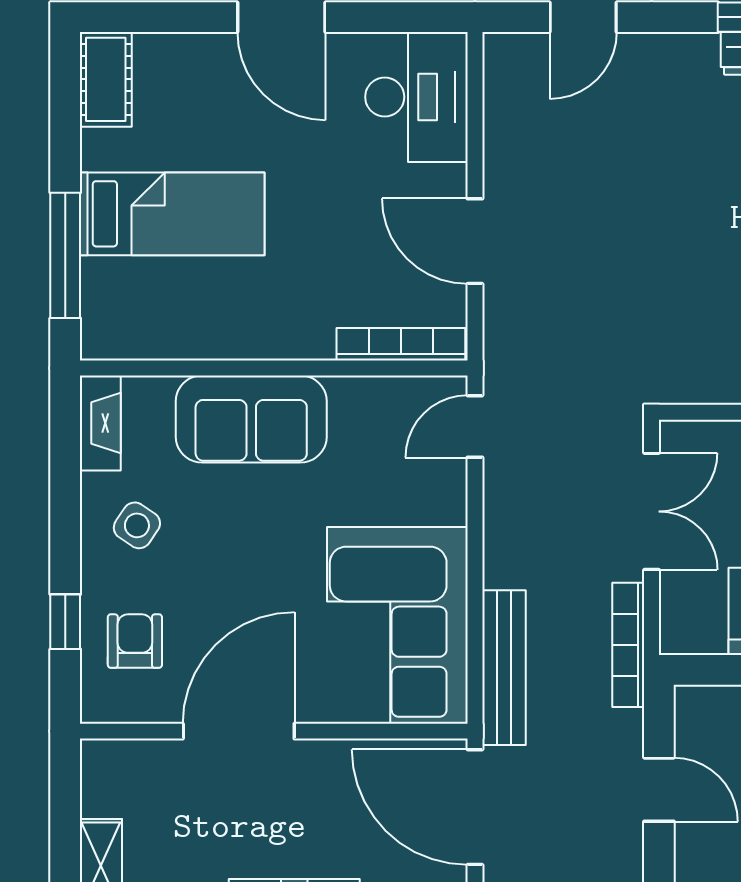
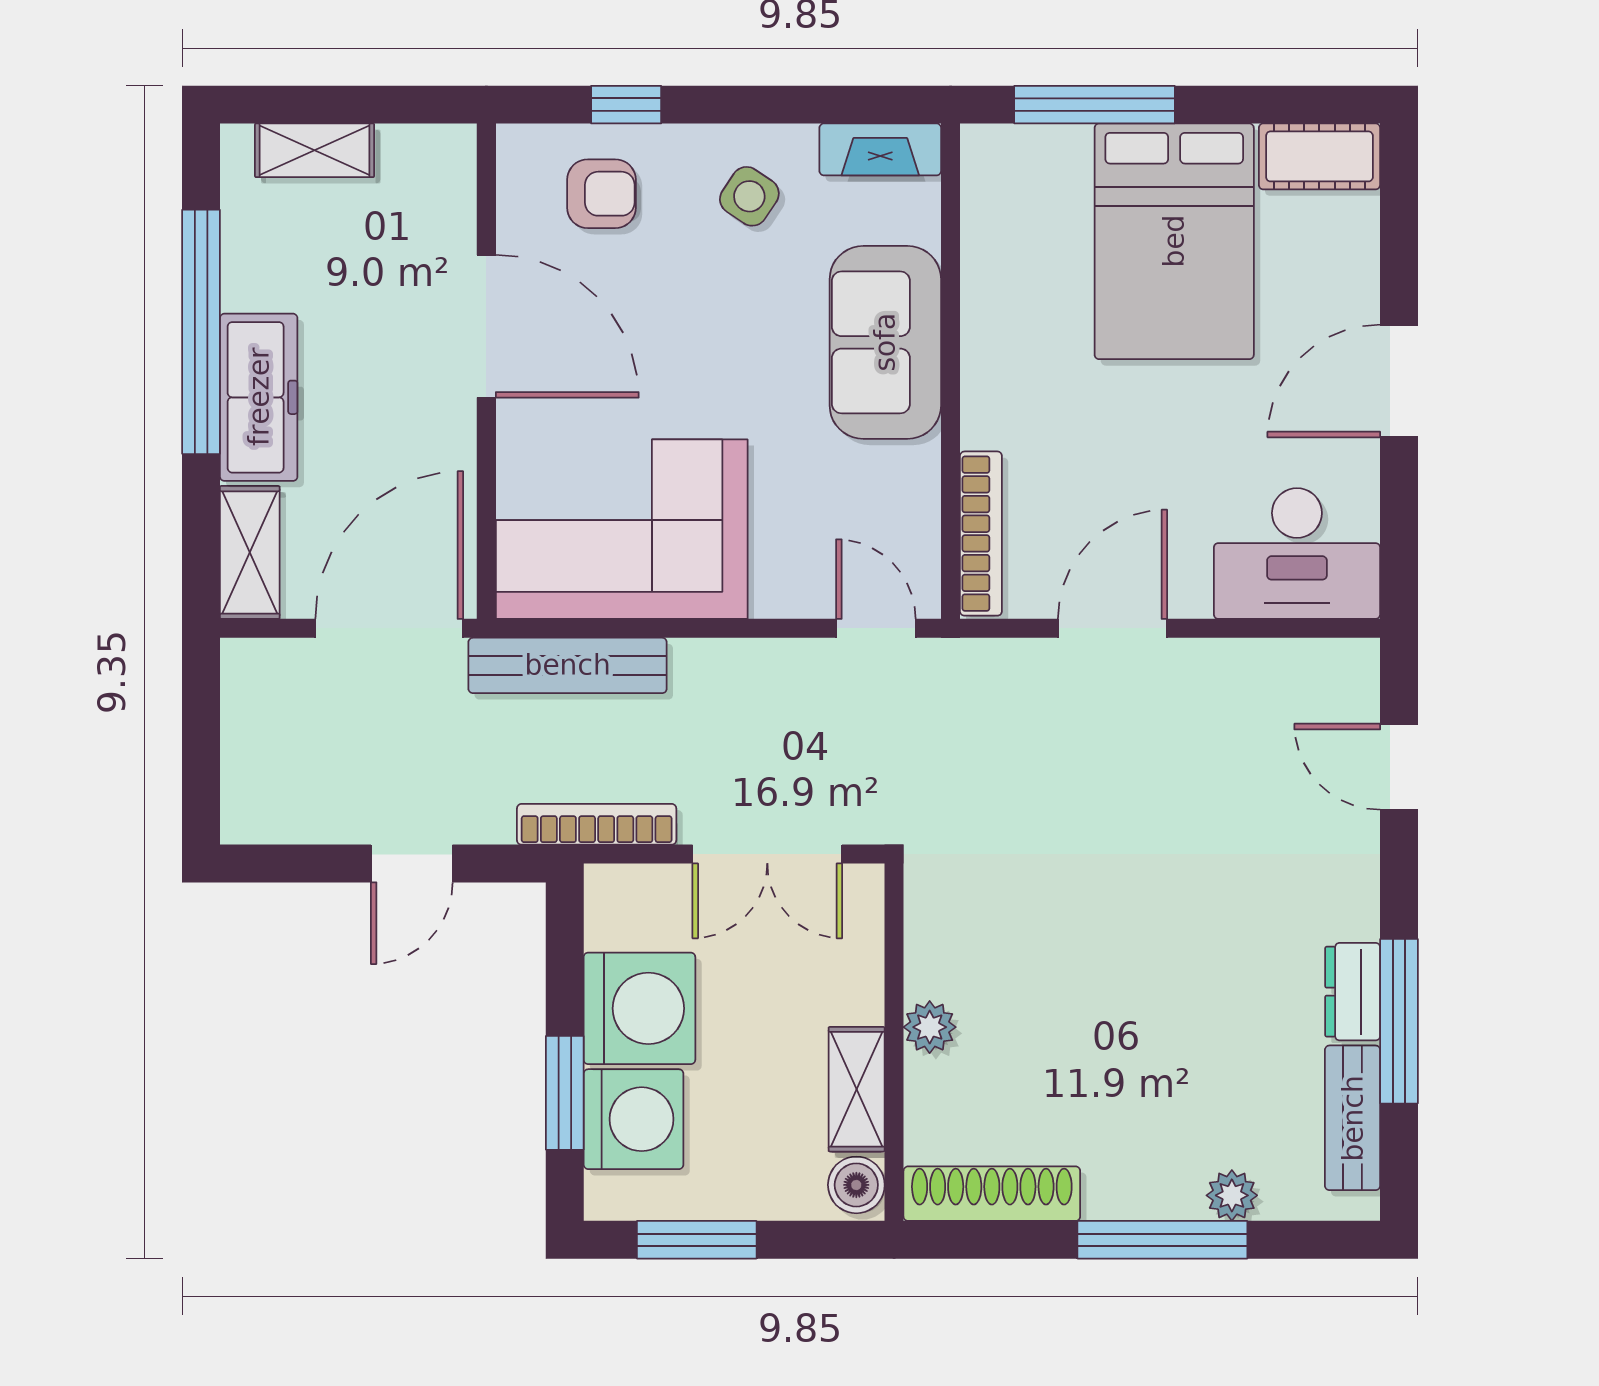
bed: (172, 214) -> (1174, 241), width x1.50

